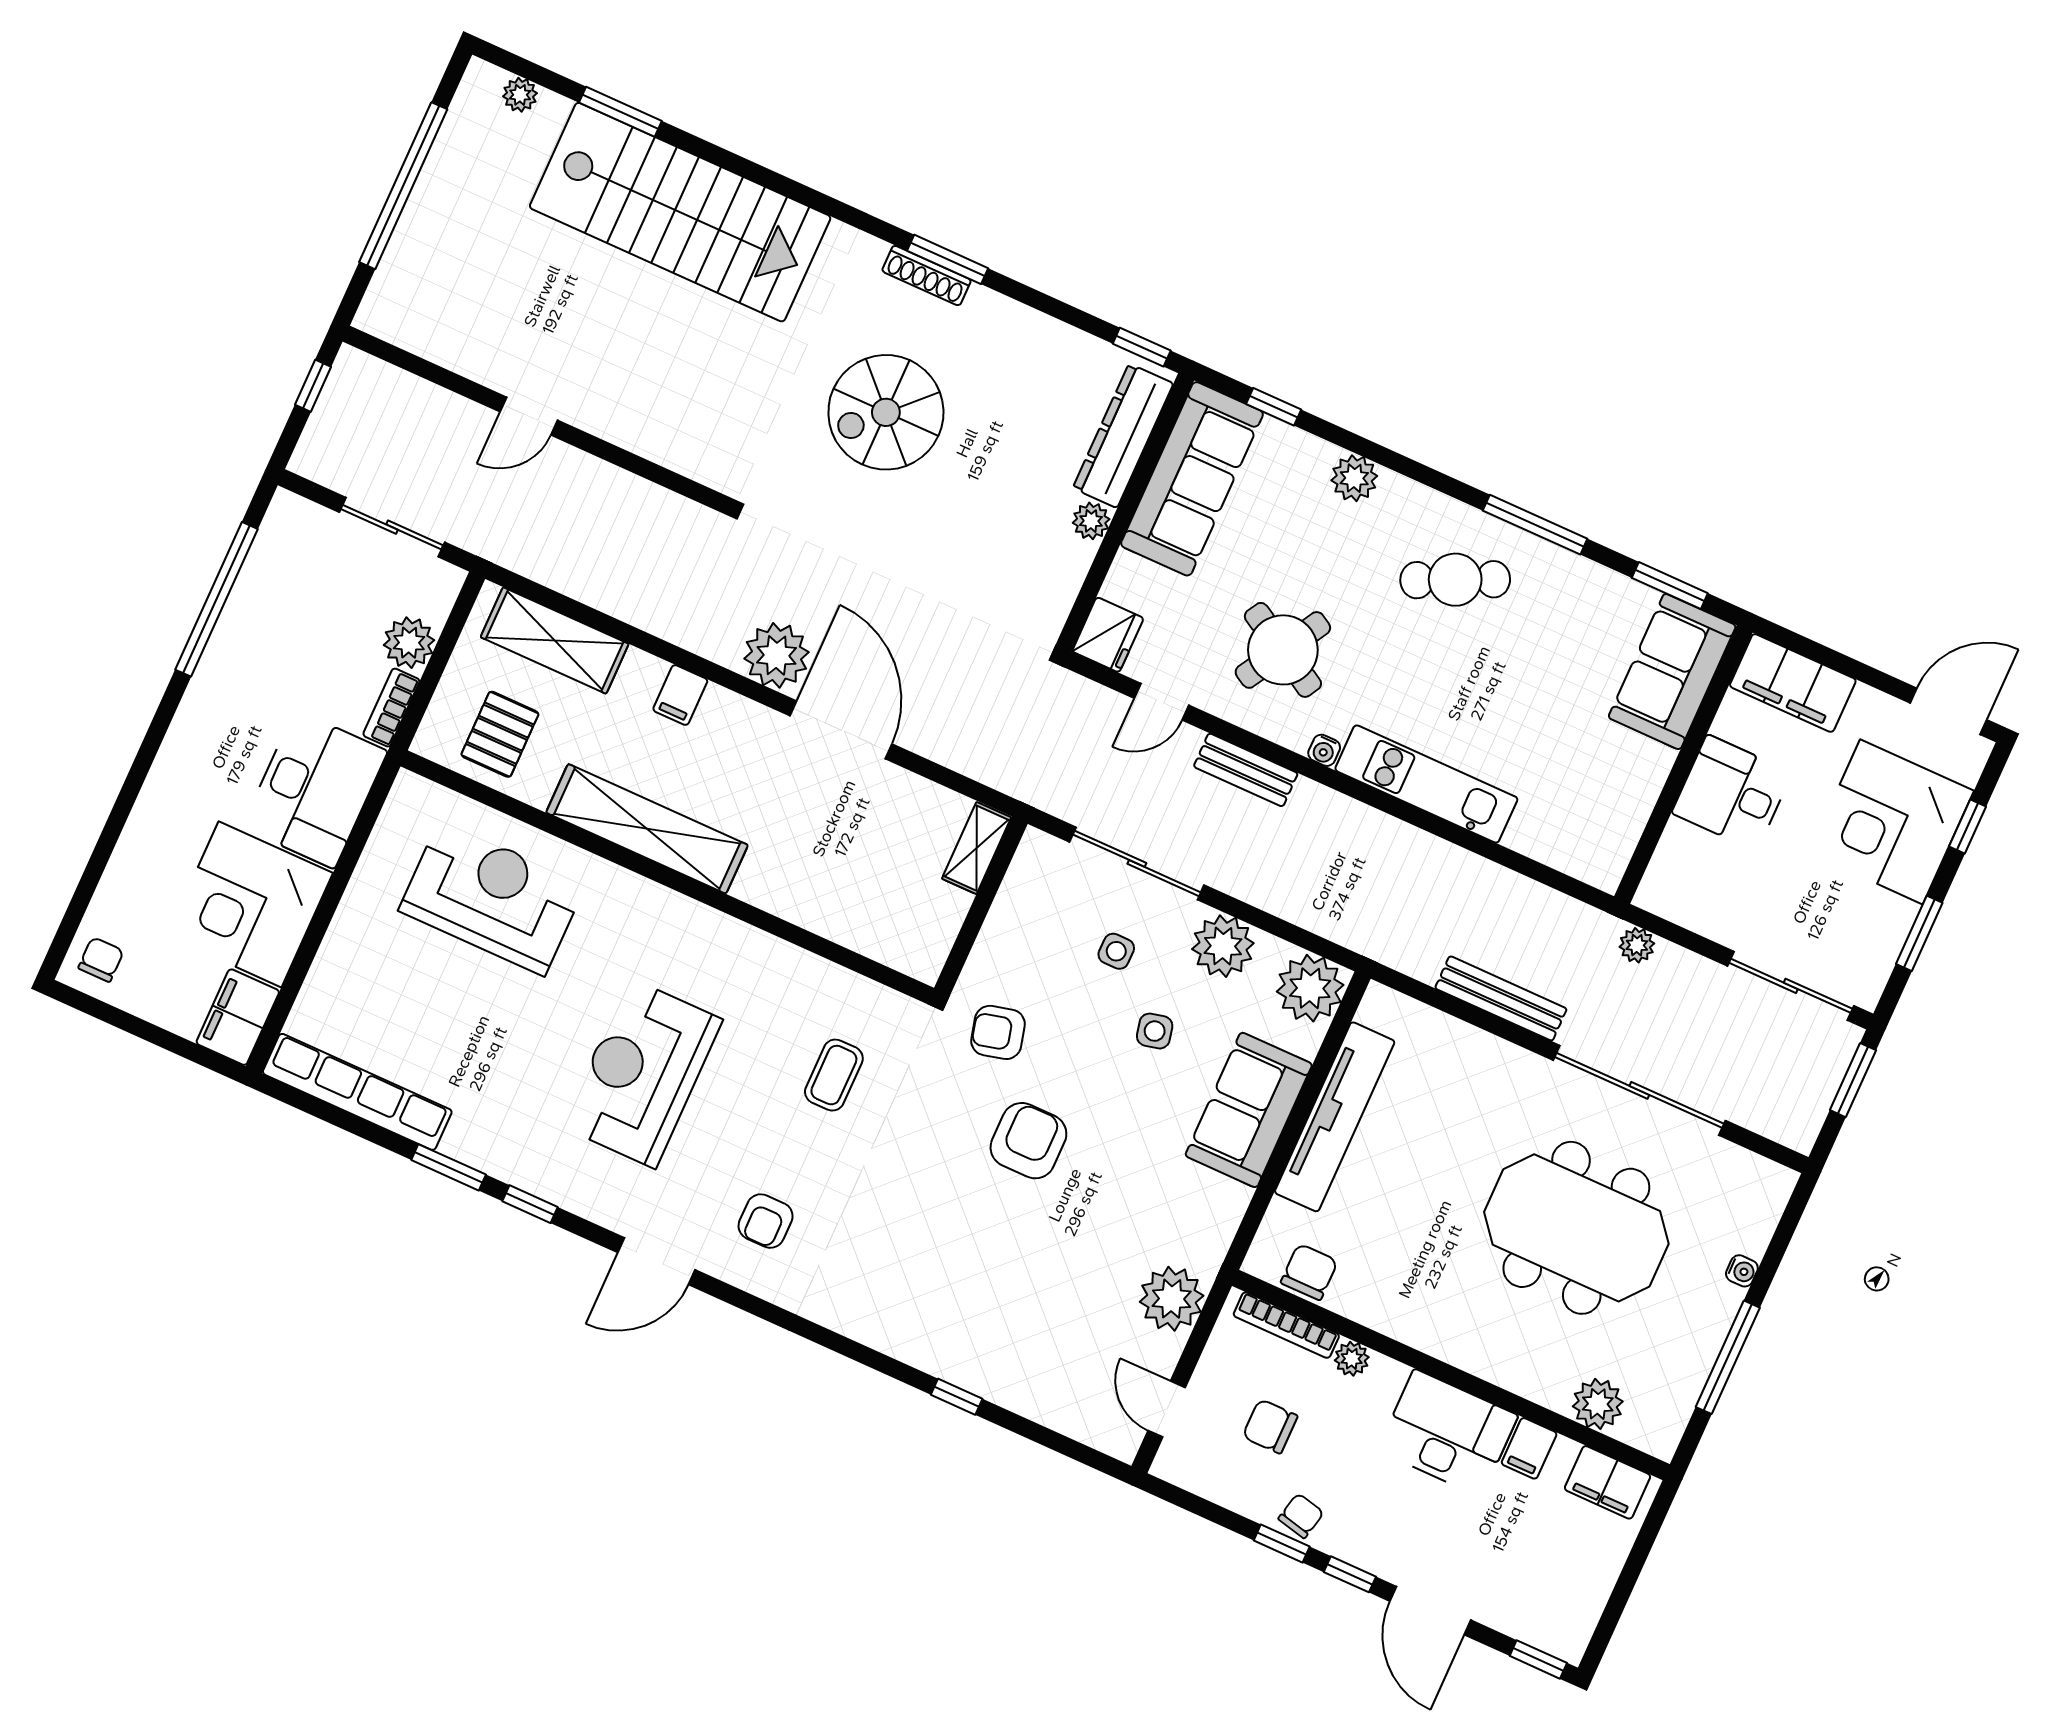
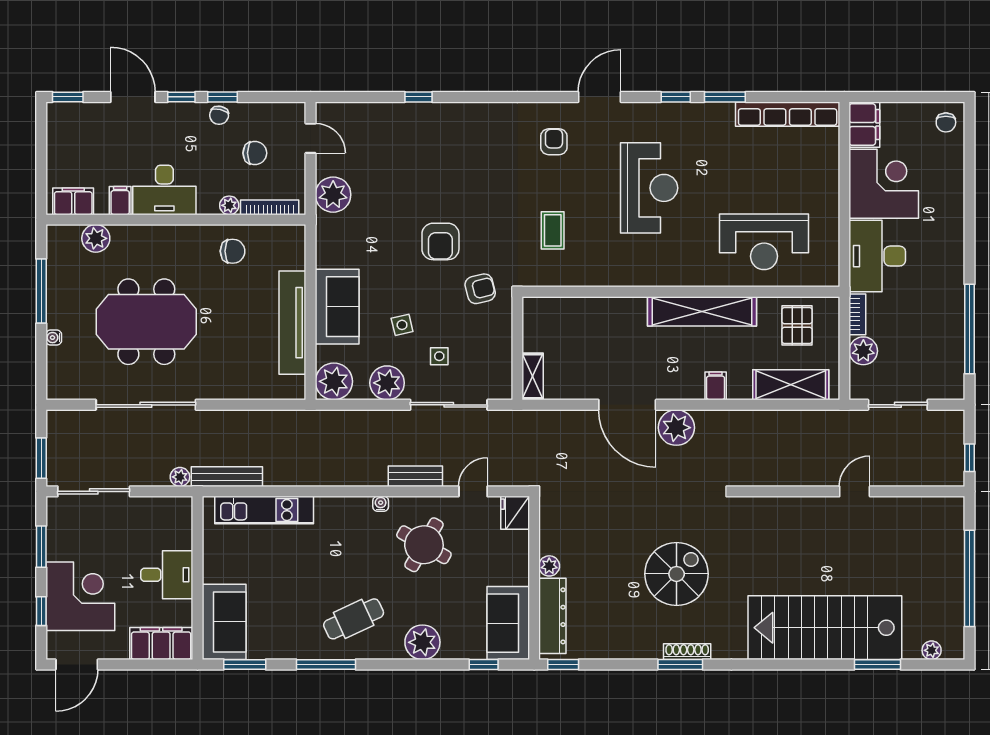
plant: (1354, 478) -> (422, 642), width x1.36, depth x1.36
sofa: (1192, 479) -> (508, 623), width x0.73
kitchen unit: (1426, 784) -> (264, 510), moved
bench: (1501, 998) -> (227, 477), moved
chair: (1309, 1272) -> (233, 251), moved, turned -90

